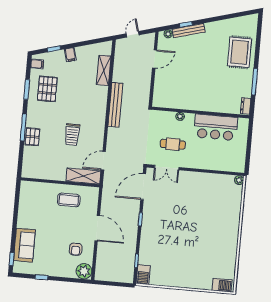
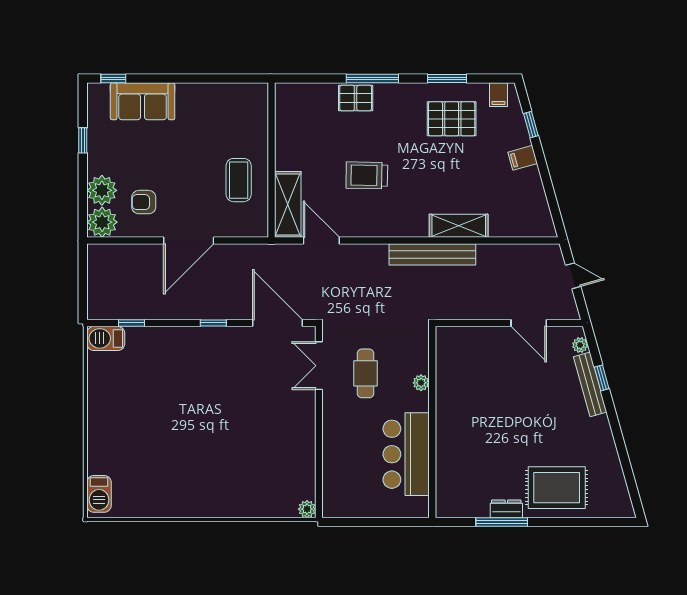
shelving: (104, 70) -> (459, 226), moved
dresser: (246, 106) -> (506, 509), moved
plant: (68, 270) -> (102, 190), added

